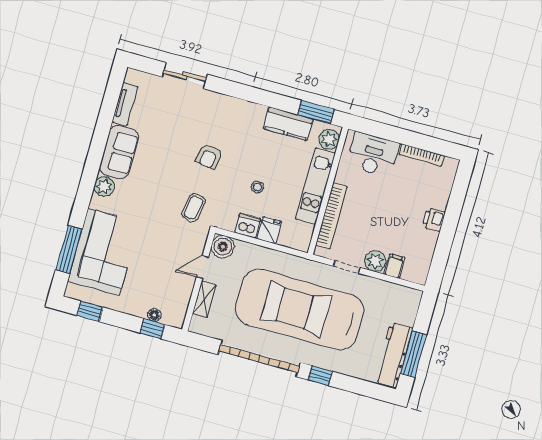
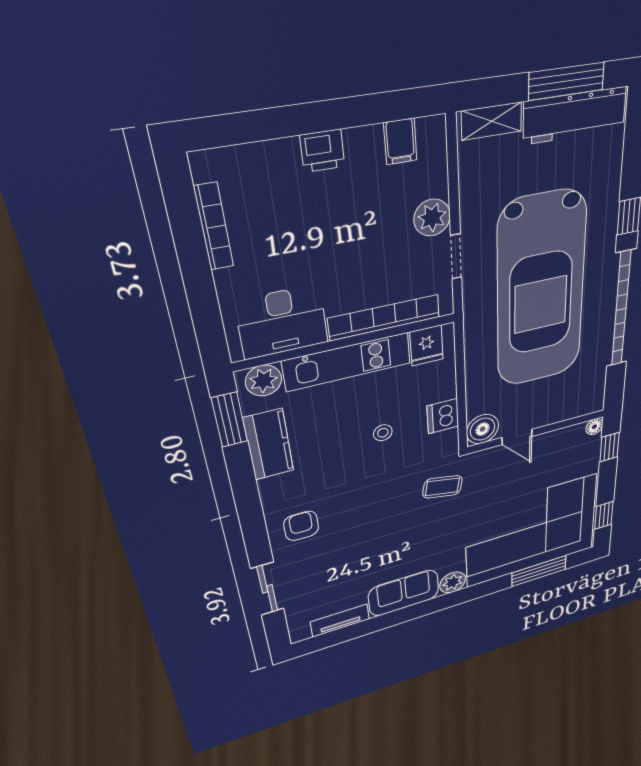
desk: (373, 155) -> (282, 322), moved, turned -90
armchair: (209, 157) -> (301, 526), moved, turned -100
fridge: (269, 230) -> (427, 346), moved, turned -90
corner sofa: (104, 252) -> (531, 531), width x1.36, depth x1.36
filing cabinet: (395, 266) -> (400, 141), moved, turned -90
shelving: (204, 299) -> (492, 121), moved
floor lamp: (154, 315) -> (594, 427), moved

